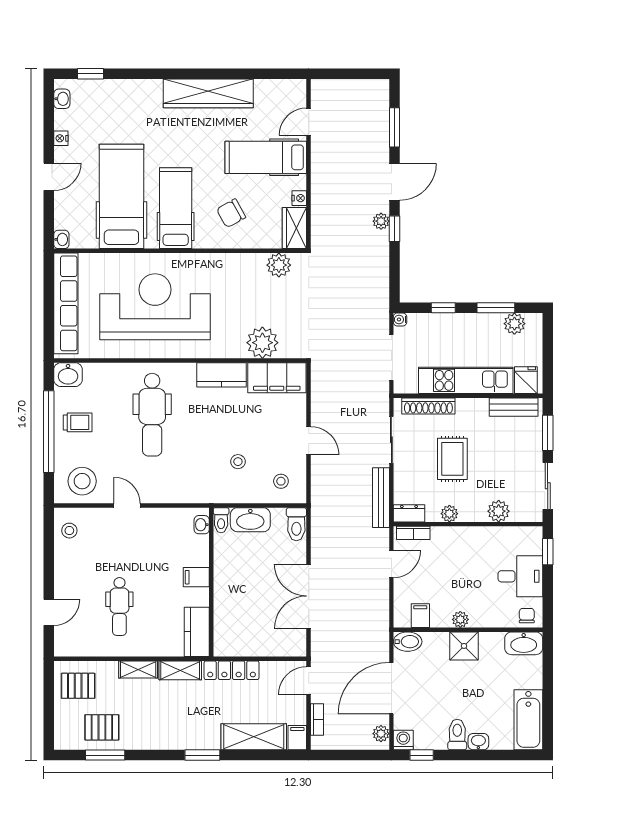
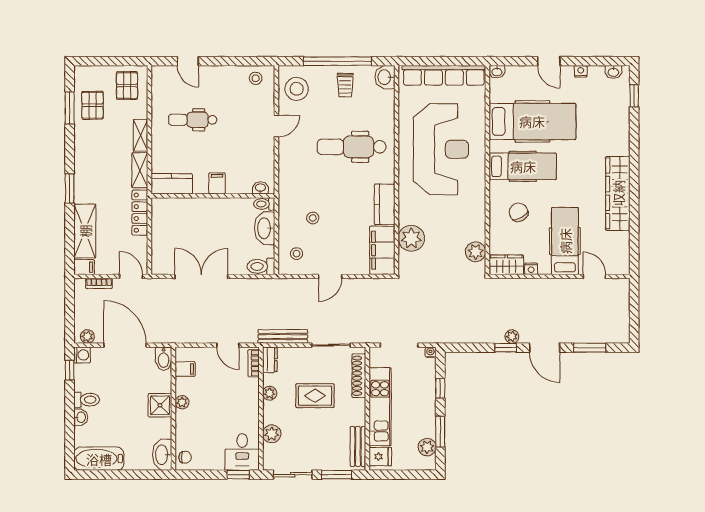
desk: (520, 576) -> (242, 452), moved

